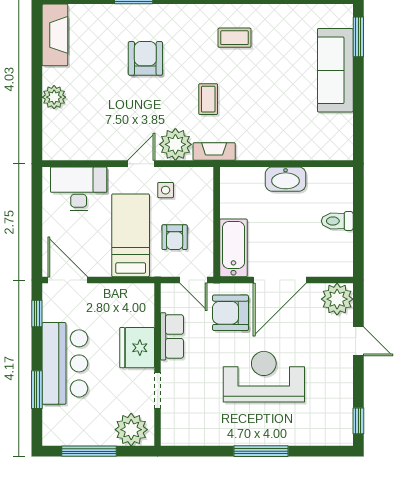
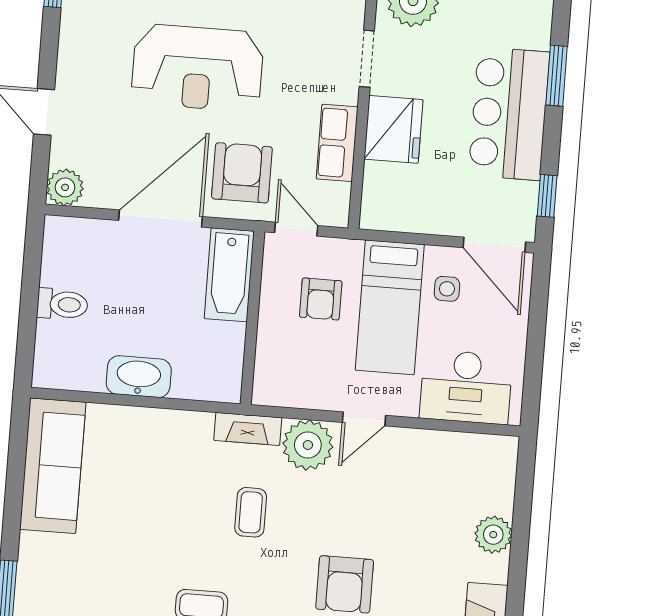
sofa: (335, 70) -> (53, 466), moved
side table: (166, 190) -> (447, 289), moved
armchair: (175, 237) -> (321, 299), turned 180
plant: (337, 299) -> (65, 187), width x0.73, depth x0.73
armchair: (230, 313) -> (242, 173), turned -90

